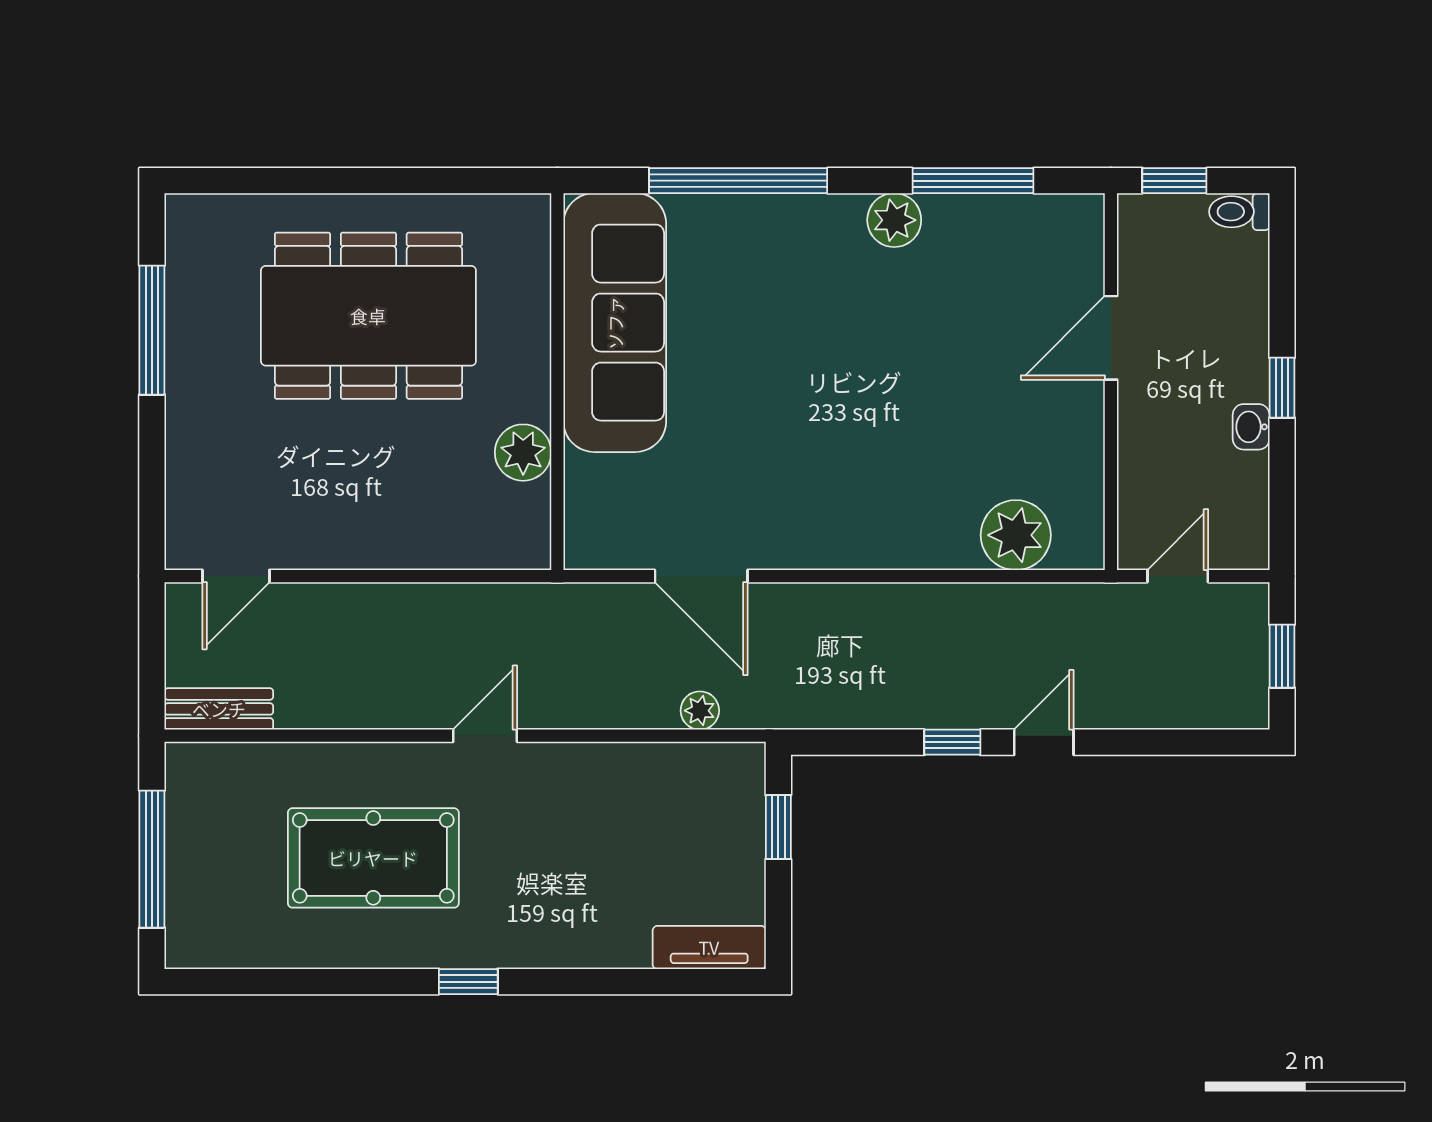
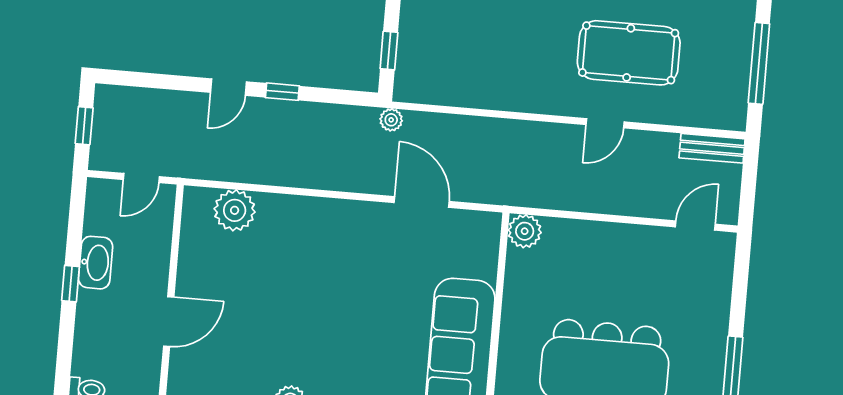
washbasin: (1251, 427) -> (96, 263), width x1.91, depth x1.45
plant: (523, 453) -> (525, 231), moved
plant: (700, 711) -> (391, 120), moved
door: (485, 736) -> (605, 123), moved

